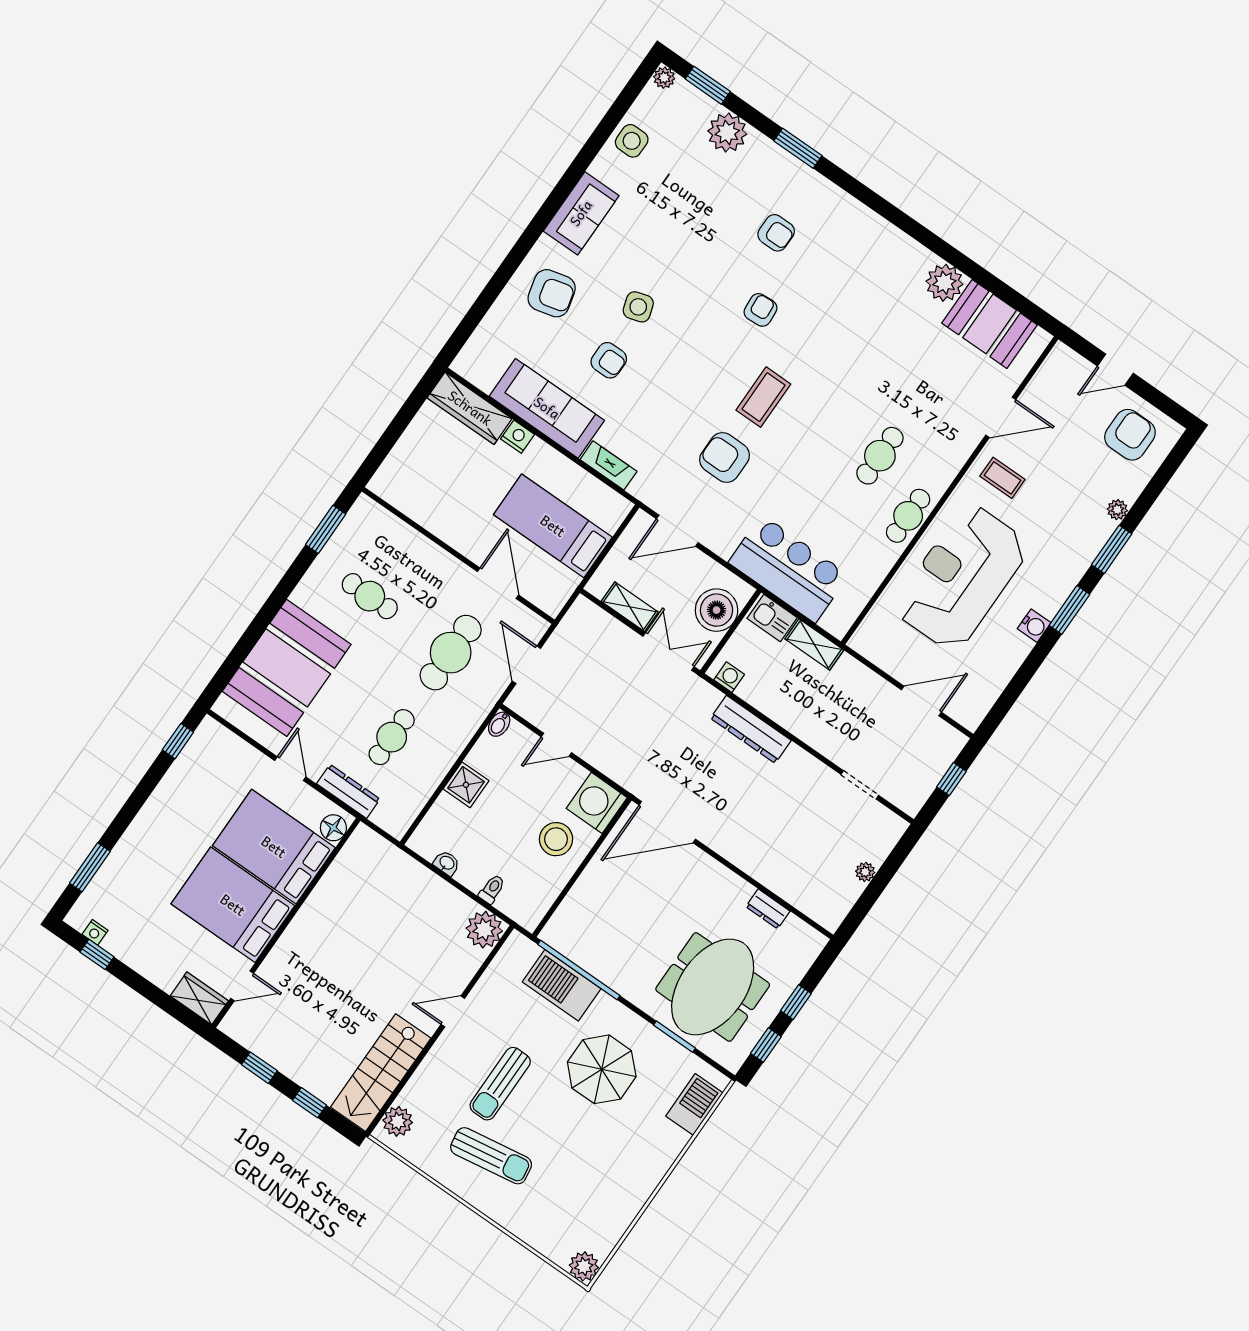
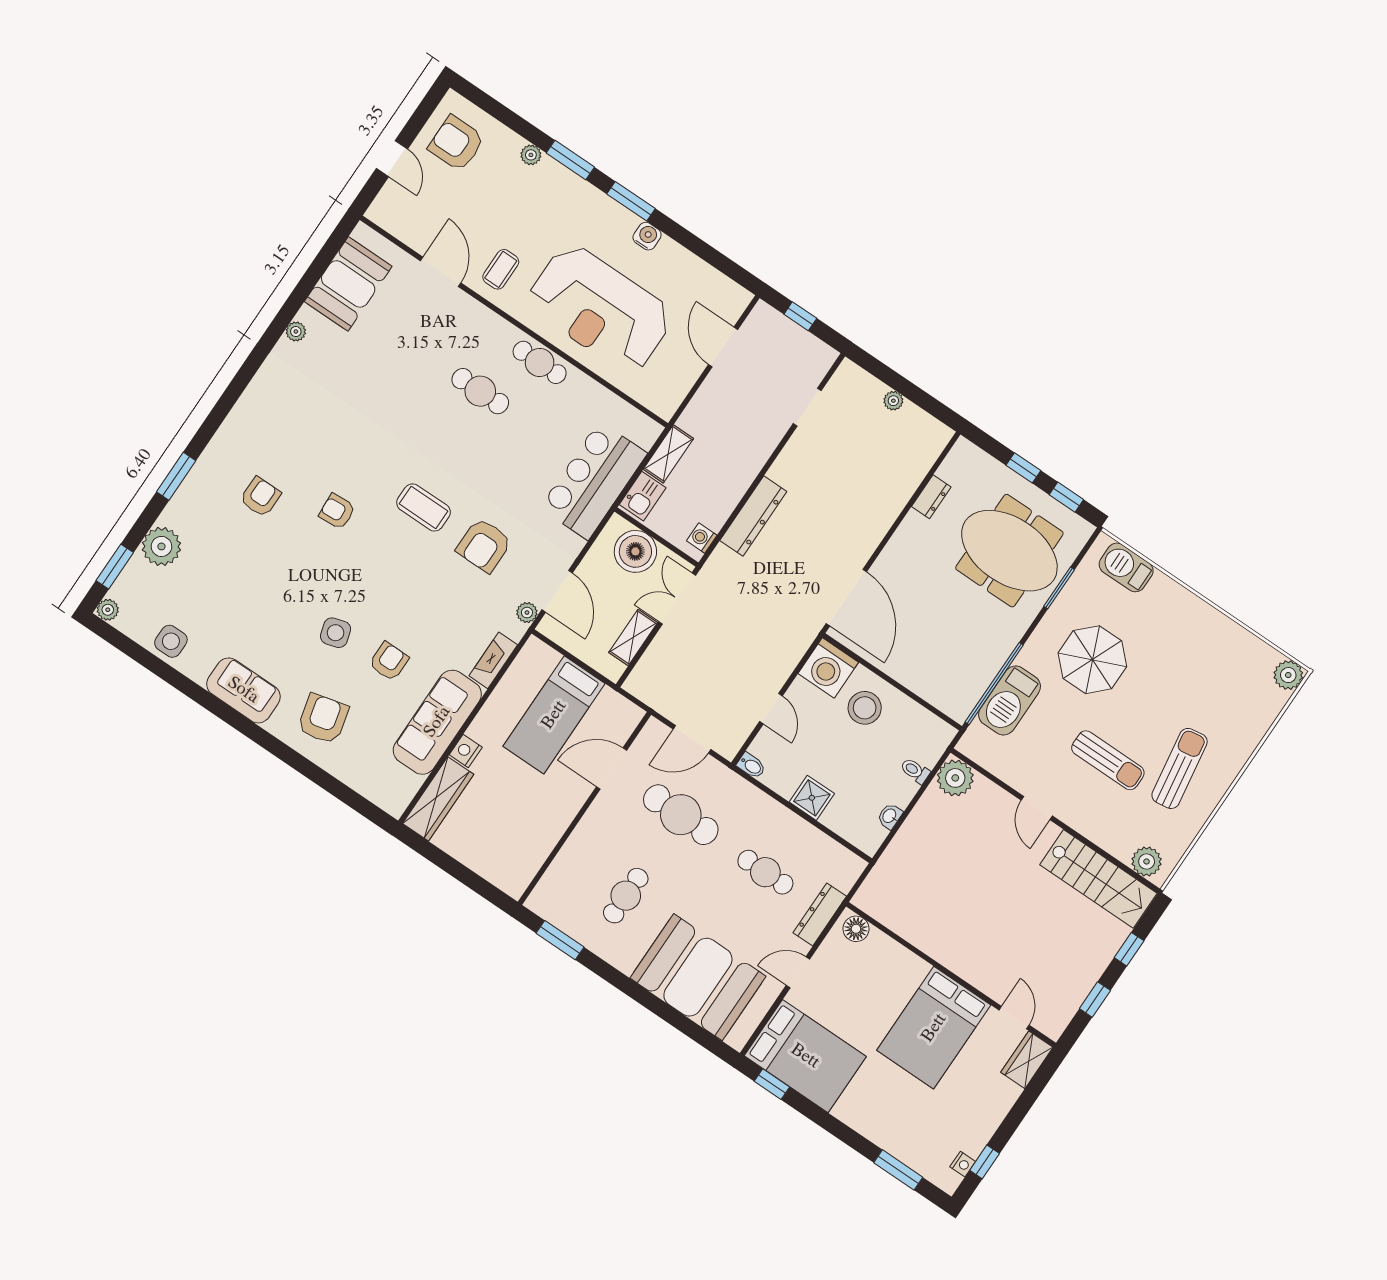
plant: (944, 283) -> (296, 332), width x0.53, depth x0.53
plant: (656, 500) -> (527, 613), added
bed: (274, 847) -> (805, 1056), moved, turned -90

